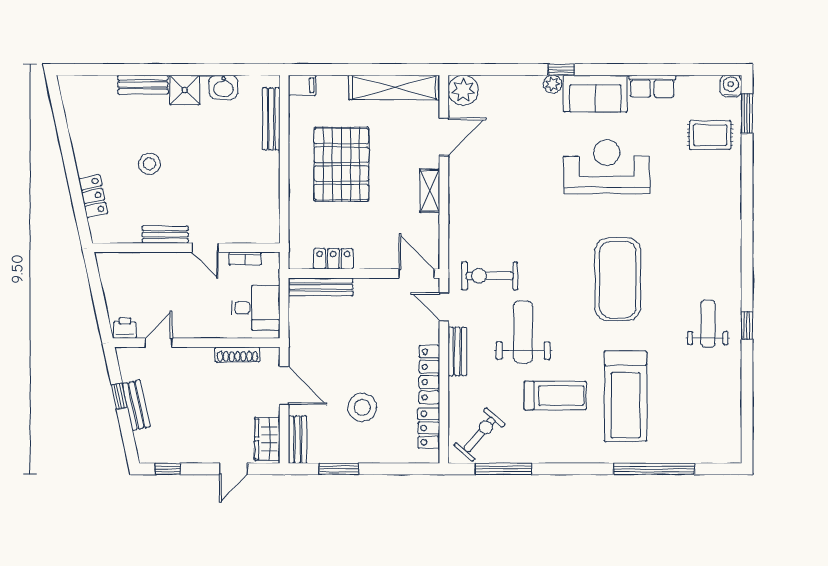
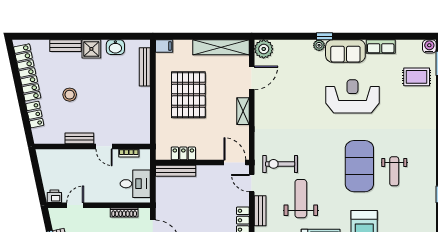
locker: (81, 128) -> (27, 72), added
weight bench: (708, 324) -> (394, 171), moved, turned 180

